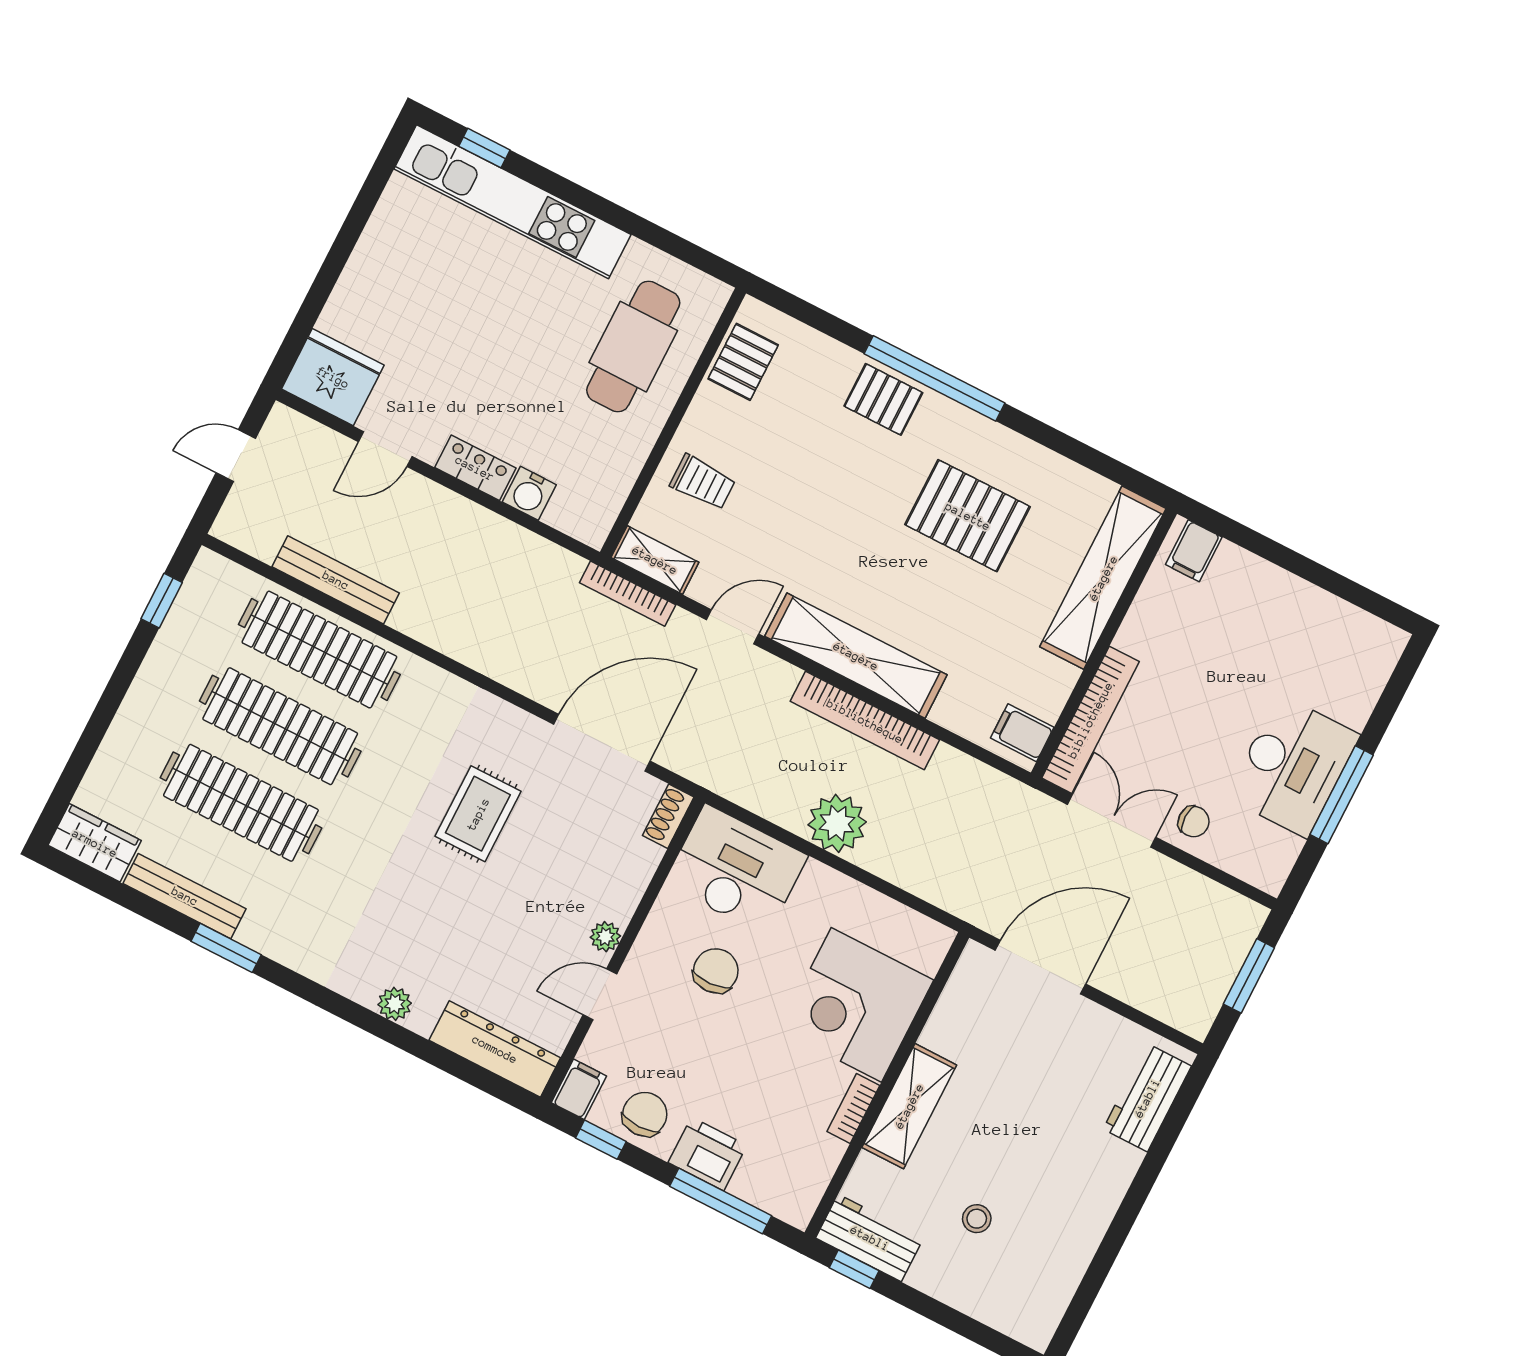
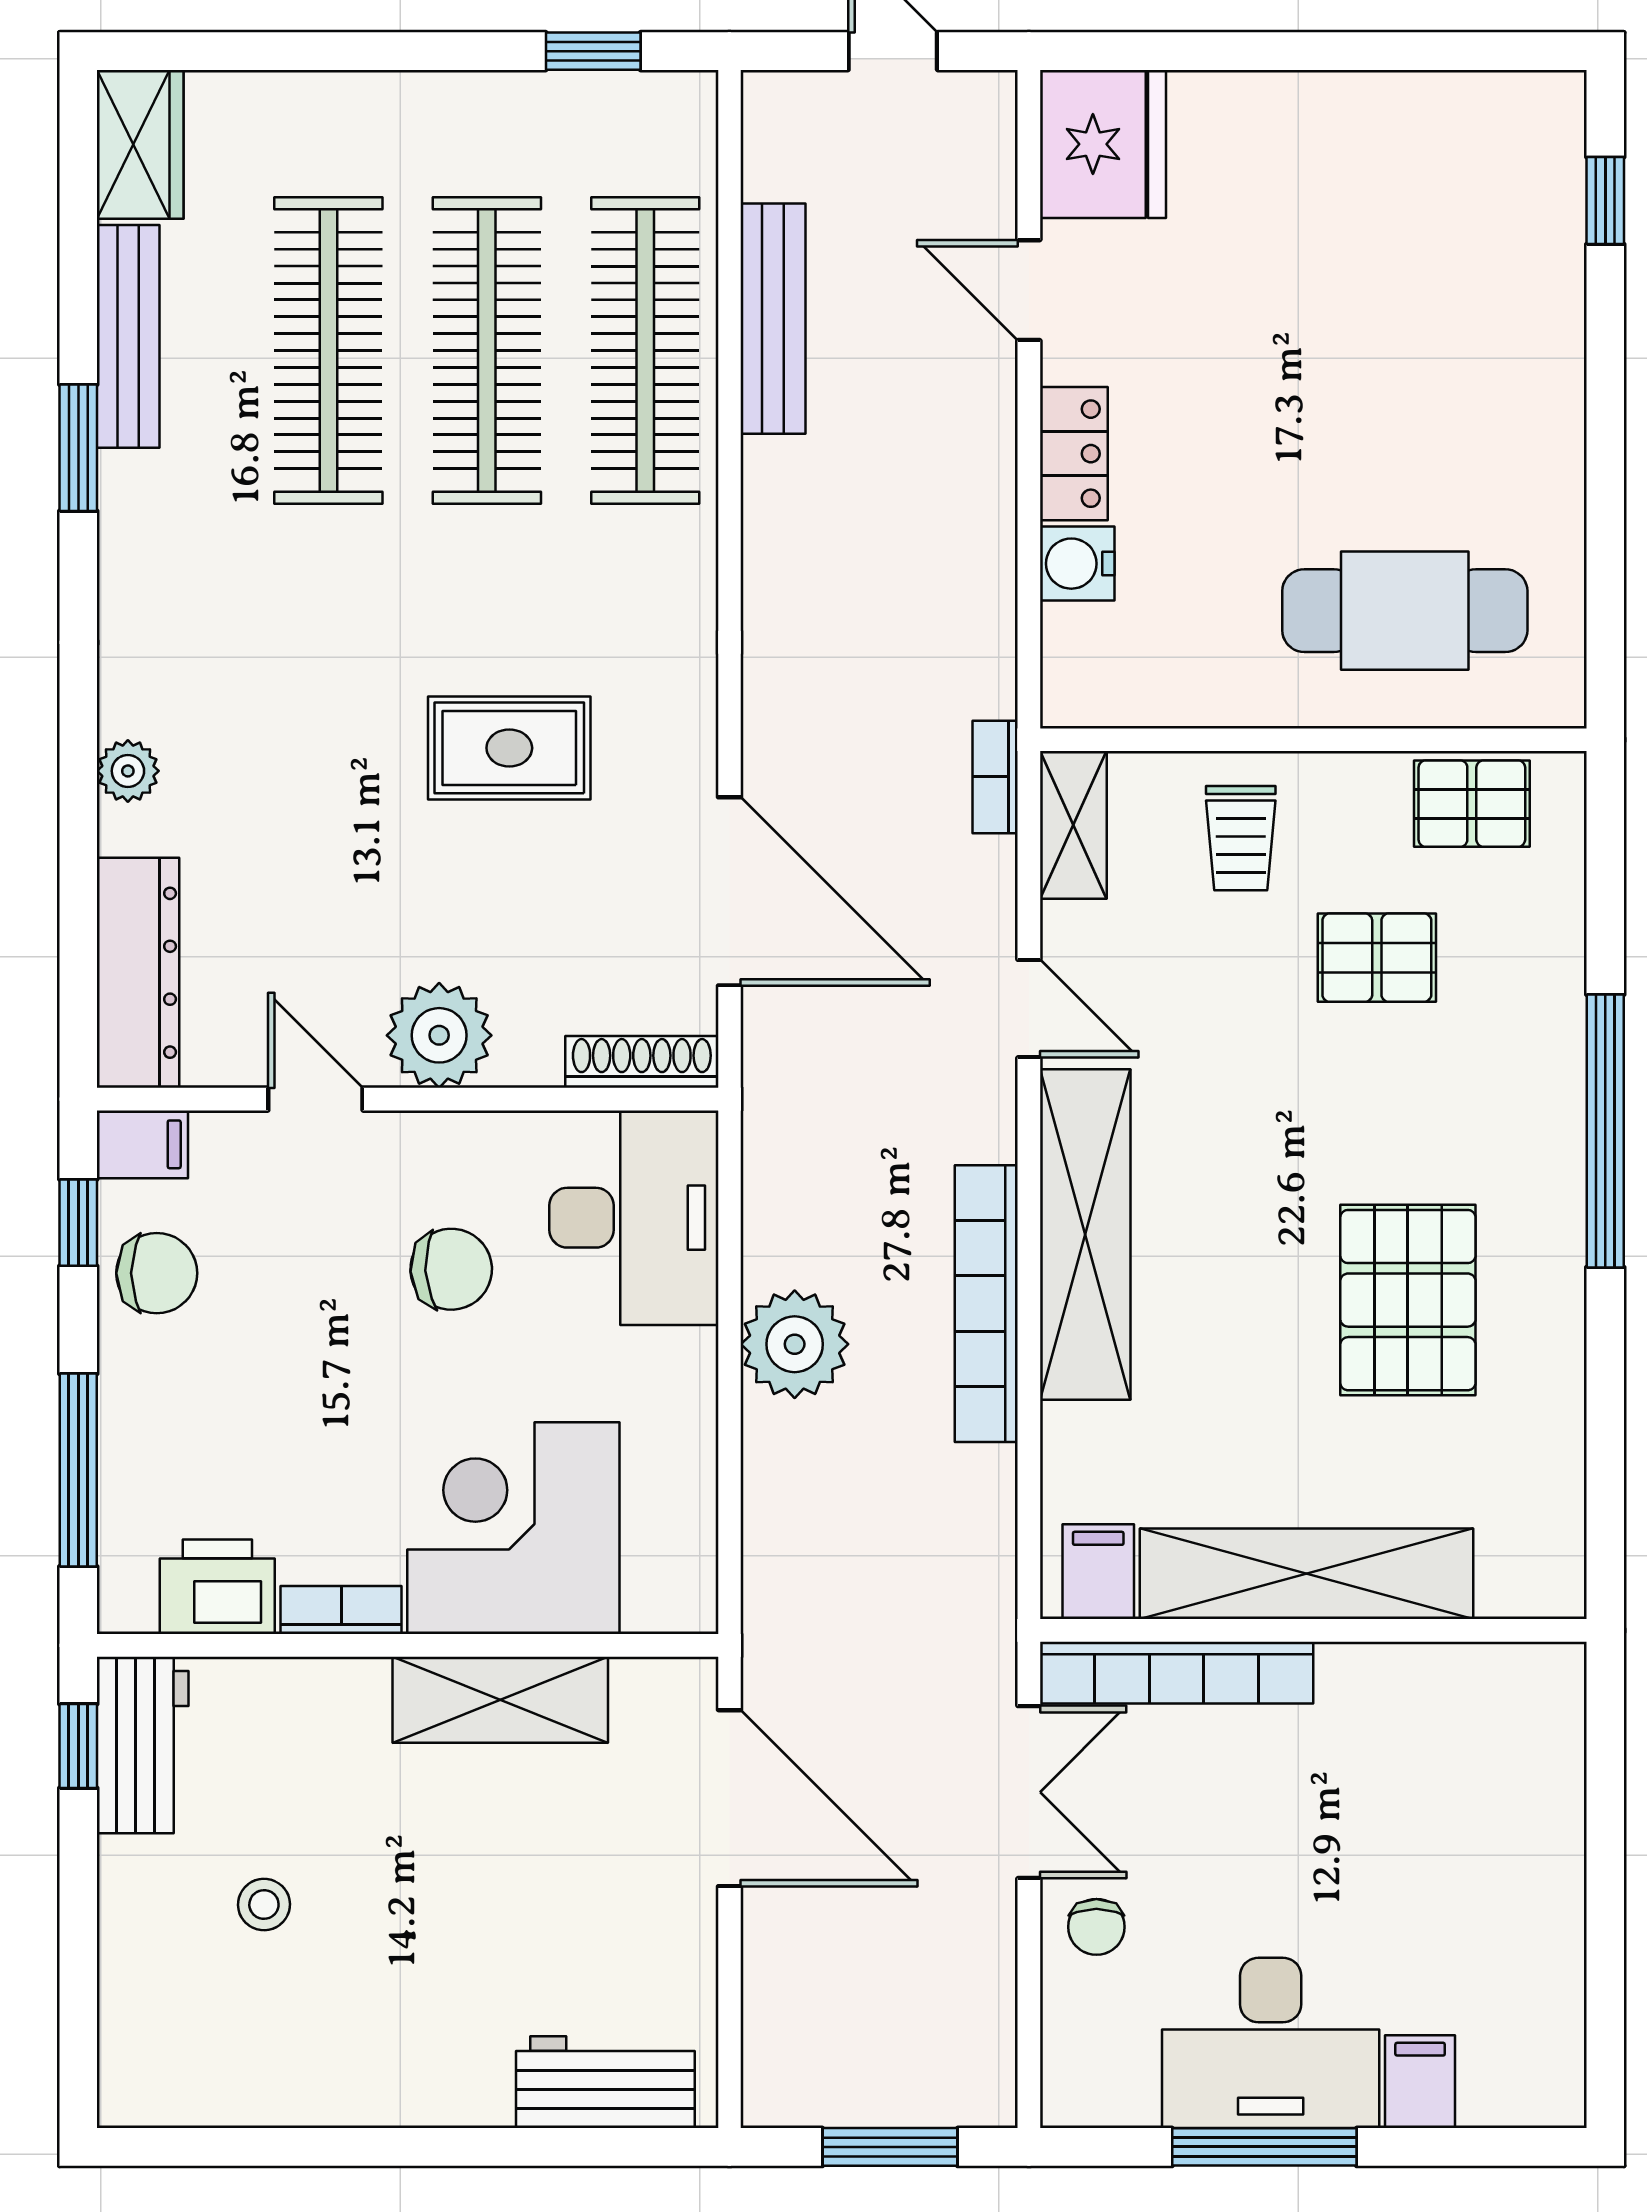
kitchen unit: (512, 202) -> (1541, 292), removed
pallet: (883, 399) -> (1377, 958), moved, turned 90
filing cabinet: (1194, 551) -> (1420, 2082), moved, turned 90
shelving: (1103, 578) -> (1306, 1574), moved
bookcase: (628, 594) -> (995, 777), width x0.64
shoe rack: (668, 816) -> (642, 1062), width x1.43
plant: (605, 937) -> (439, 1035), width x1.87, depth x1.87
shelving: (909, 1106) -> (500, 1700), moved
printer: (708, 1154) -> (217, 1587), moved, turned -90

